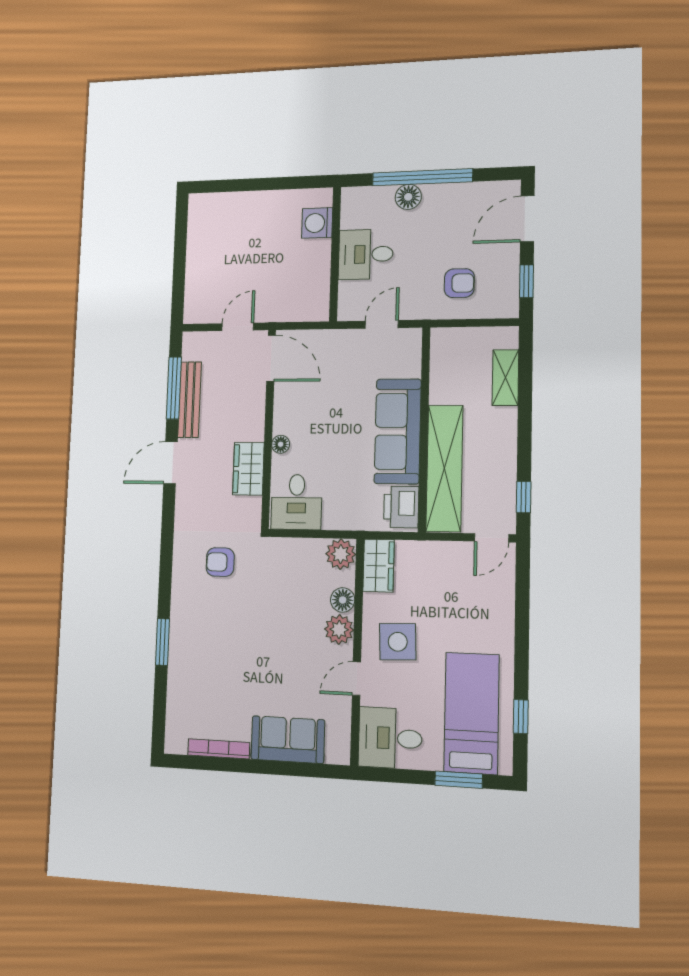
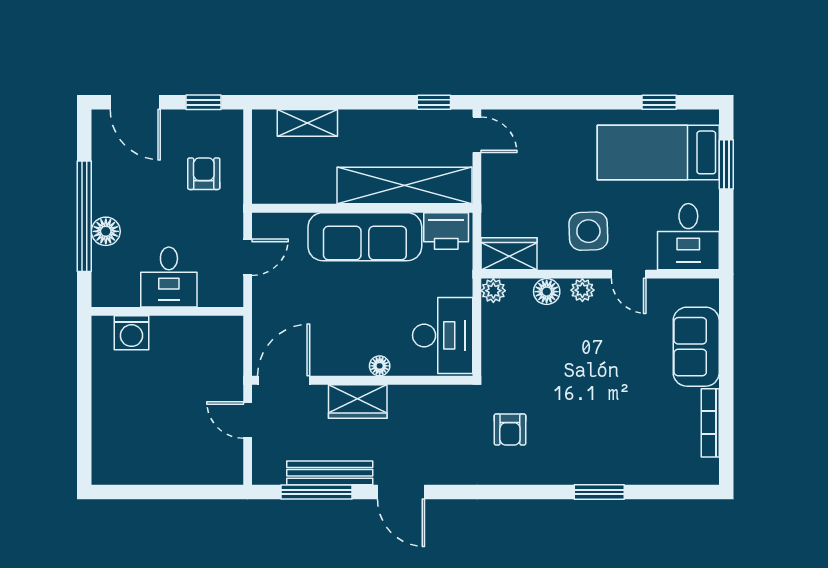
door: (382, 324) -> (248, 257), swing flipped
wardrobe: (248, 469) -> (358, 401), moved
desk: (296, 502) -> (443, 335), width x1.37
plant: (341, 554) -> (493, 291), width x0.73, depth x0.73
plant: (339, 629) -> (582, 290), width x0.73, depth x0.73

